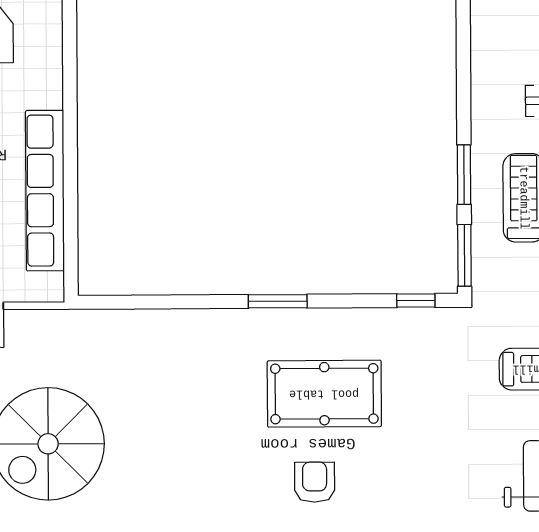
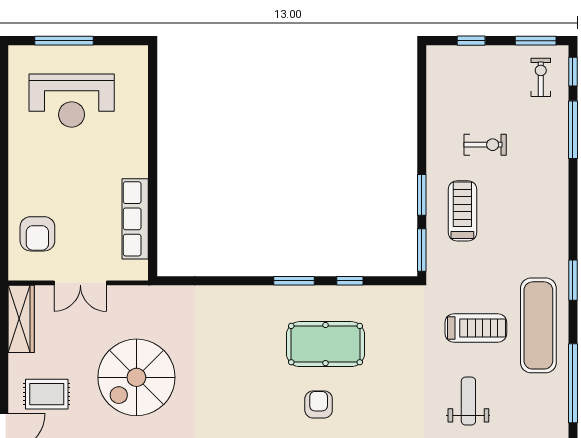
row of seats: (45, 191) -> (135, 219), width x0.73
window: (416, 301) -> (350, 281), moved

